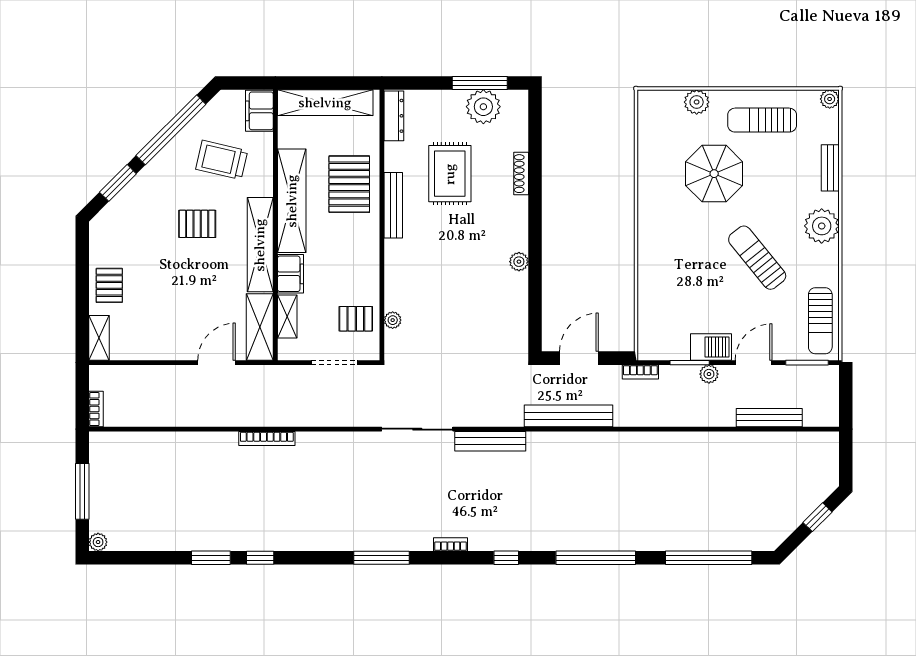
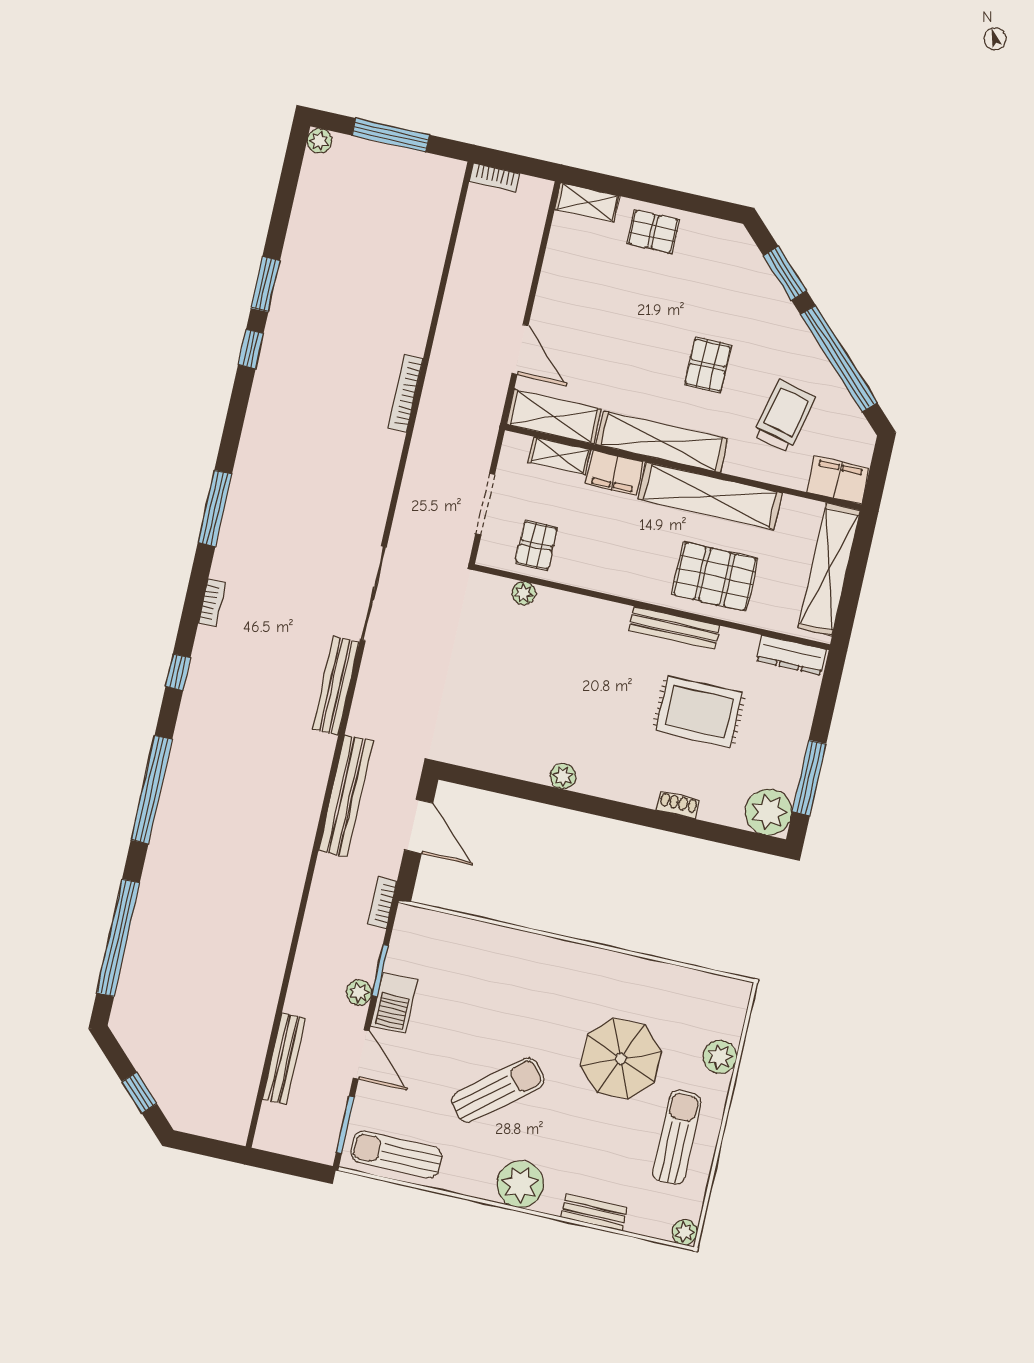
plant: (483, 107) -> (769, 812), moved
shoe rack: (521, 174) -> (678, 805), width x0.70

